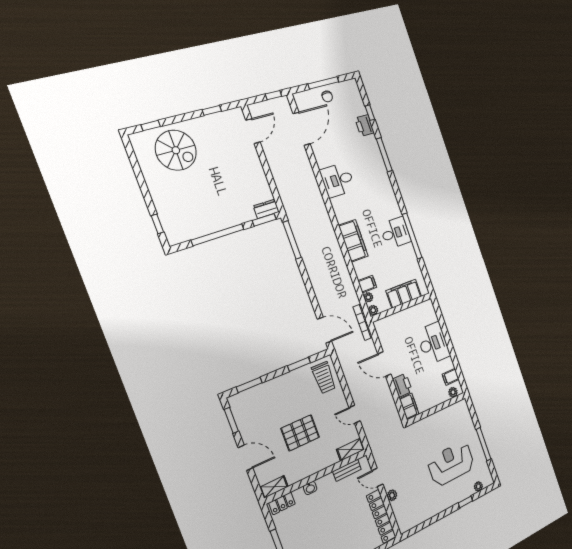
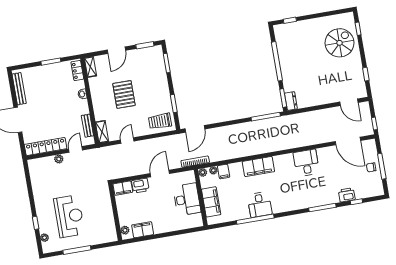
spiral stairs: (176, 150) -> (340, 43), turned 180
desk: (433, 343) -> (187, 199), moved, turned -90
filing cabinet: (451, 377) -> (143, 230), width x2.00

